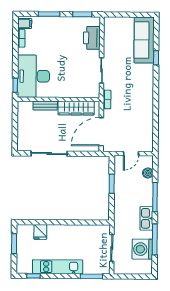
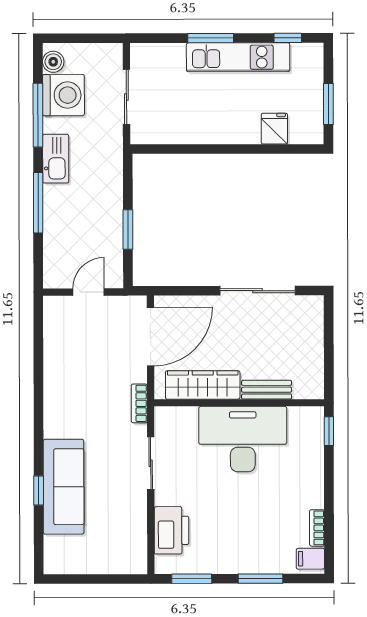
sofa: (144, 40) -> (64, 487), moved
desk: (33, 76) -> (243, 439), moved, turned -90
boiler: (148, 173) -> (53, 62), moved
window: (91, 276) -> (211, 38), moved

